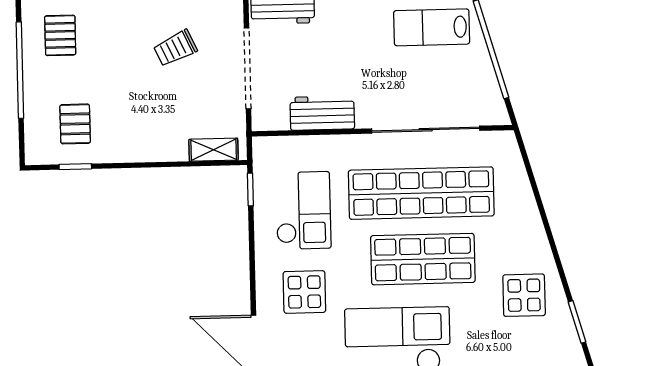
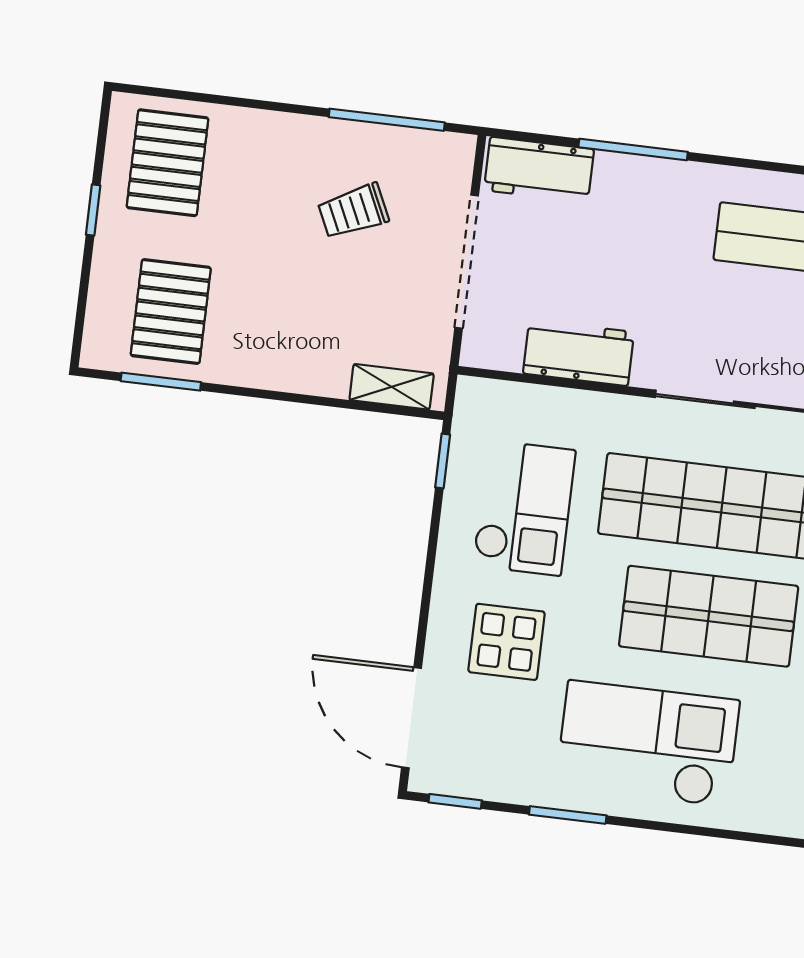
pallet: (60, 35) -> (167, 163), width x1.50, depth x1.42
window: (20, 70) -> (93, 210), width x0.32
pallet: (75, 124) -> (171, 311), width x1.50, depth x1.42
window: (75, 167) -> (161, 382), width x1.50

